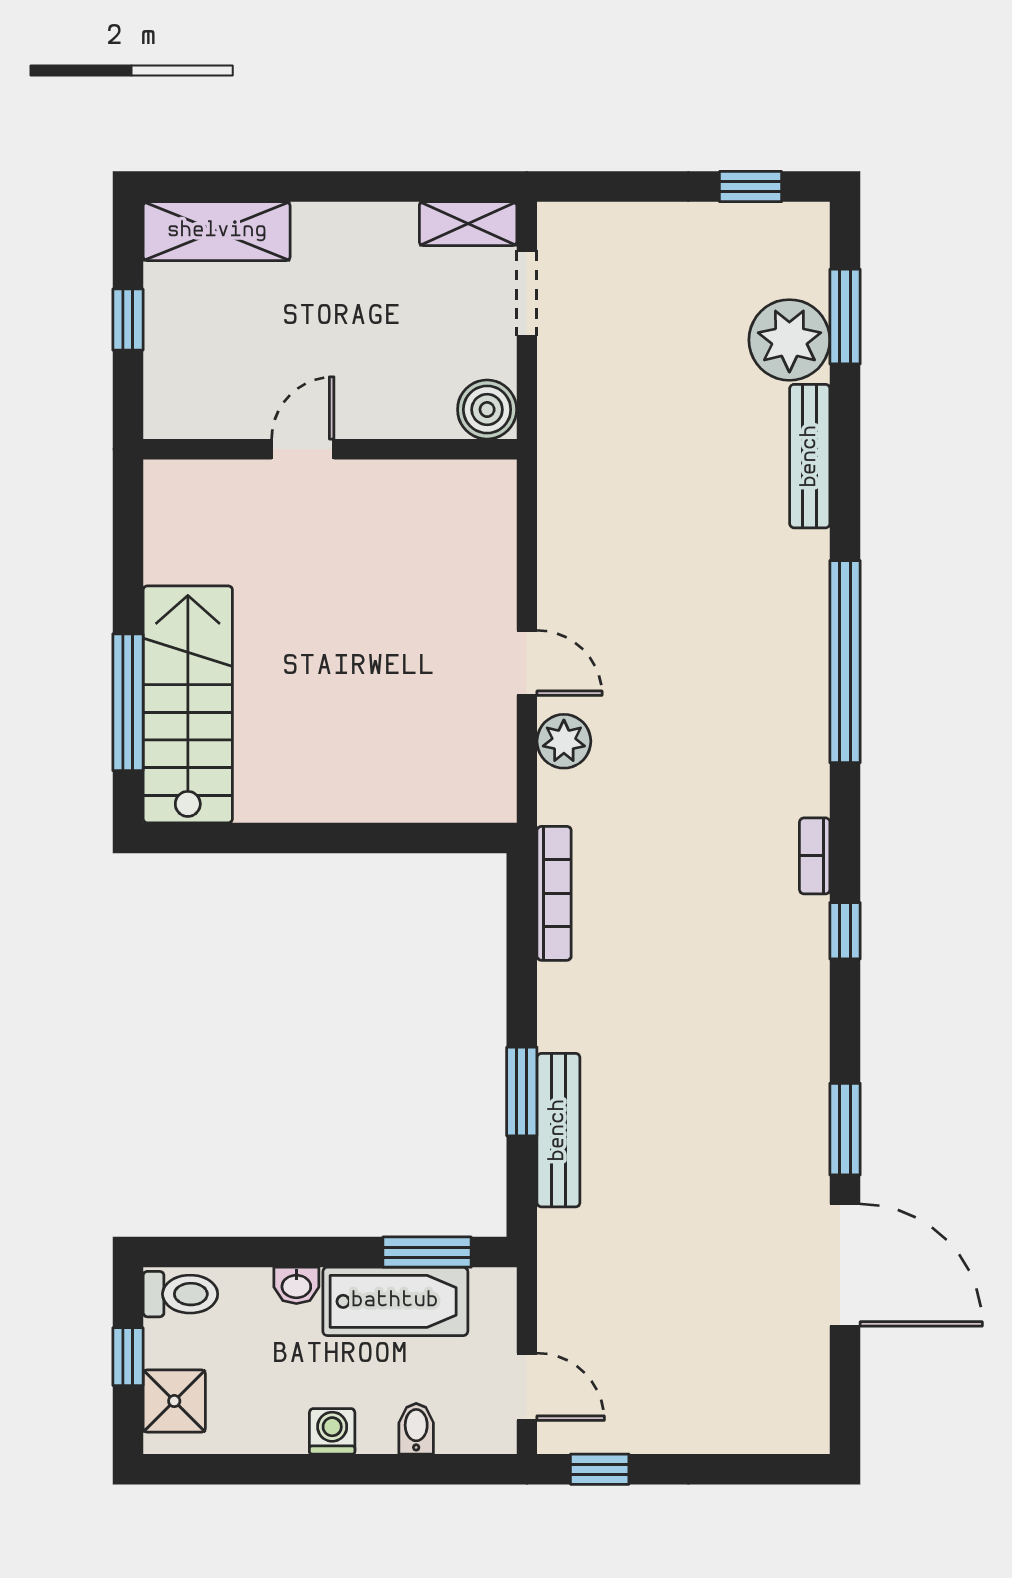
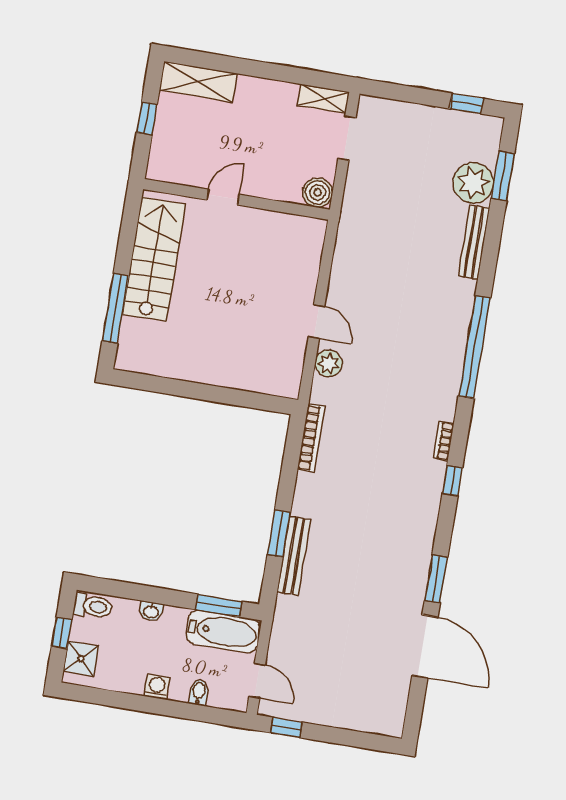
stairs: (188, 704) -> (154, 259), moved
bathtub: (395, 1301) -> (223, 631), moved

